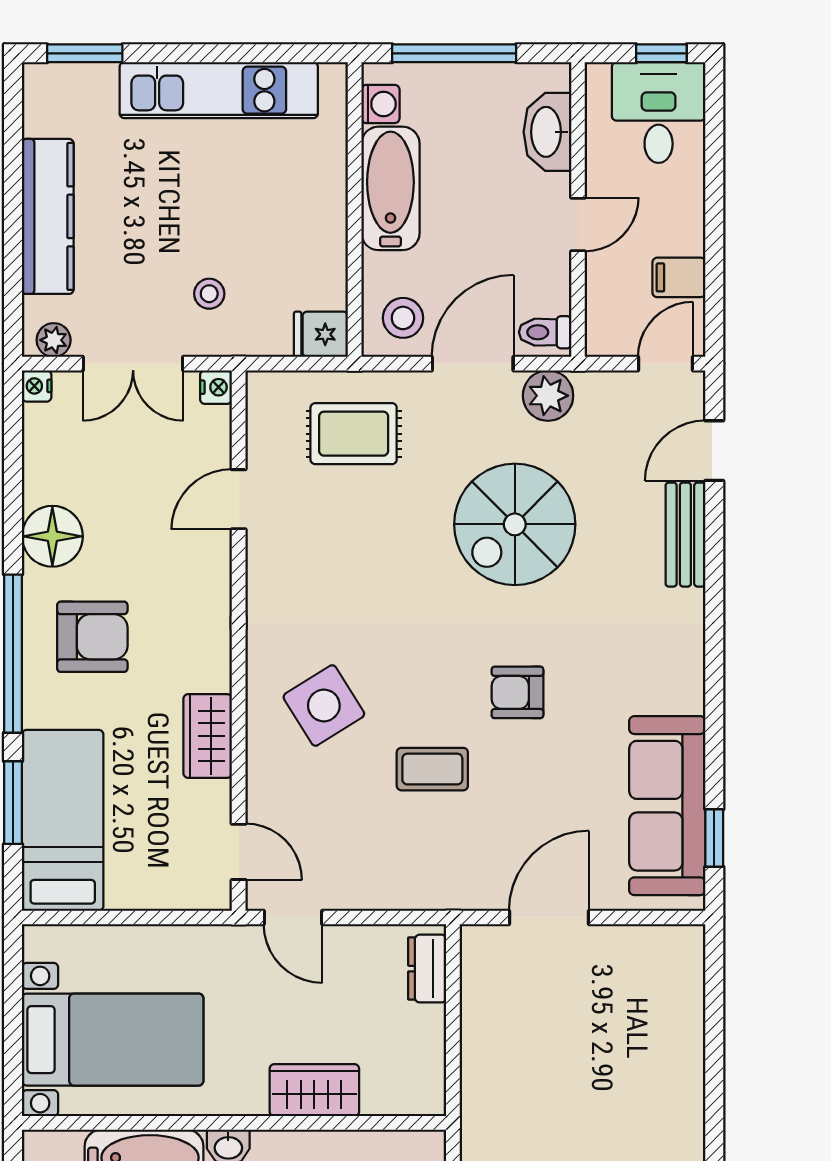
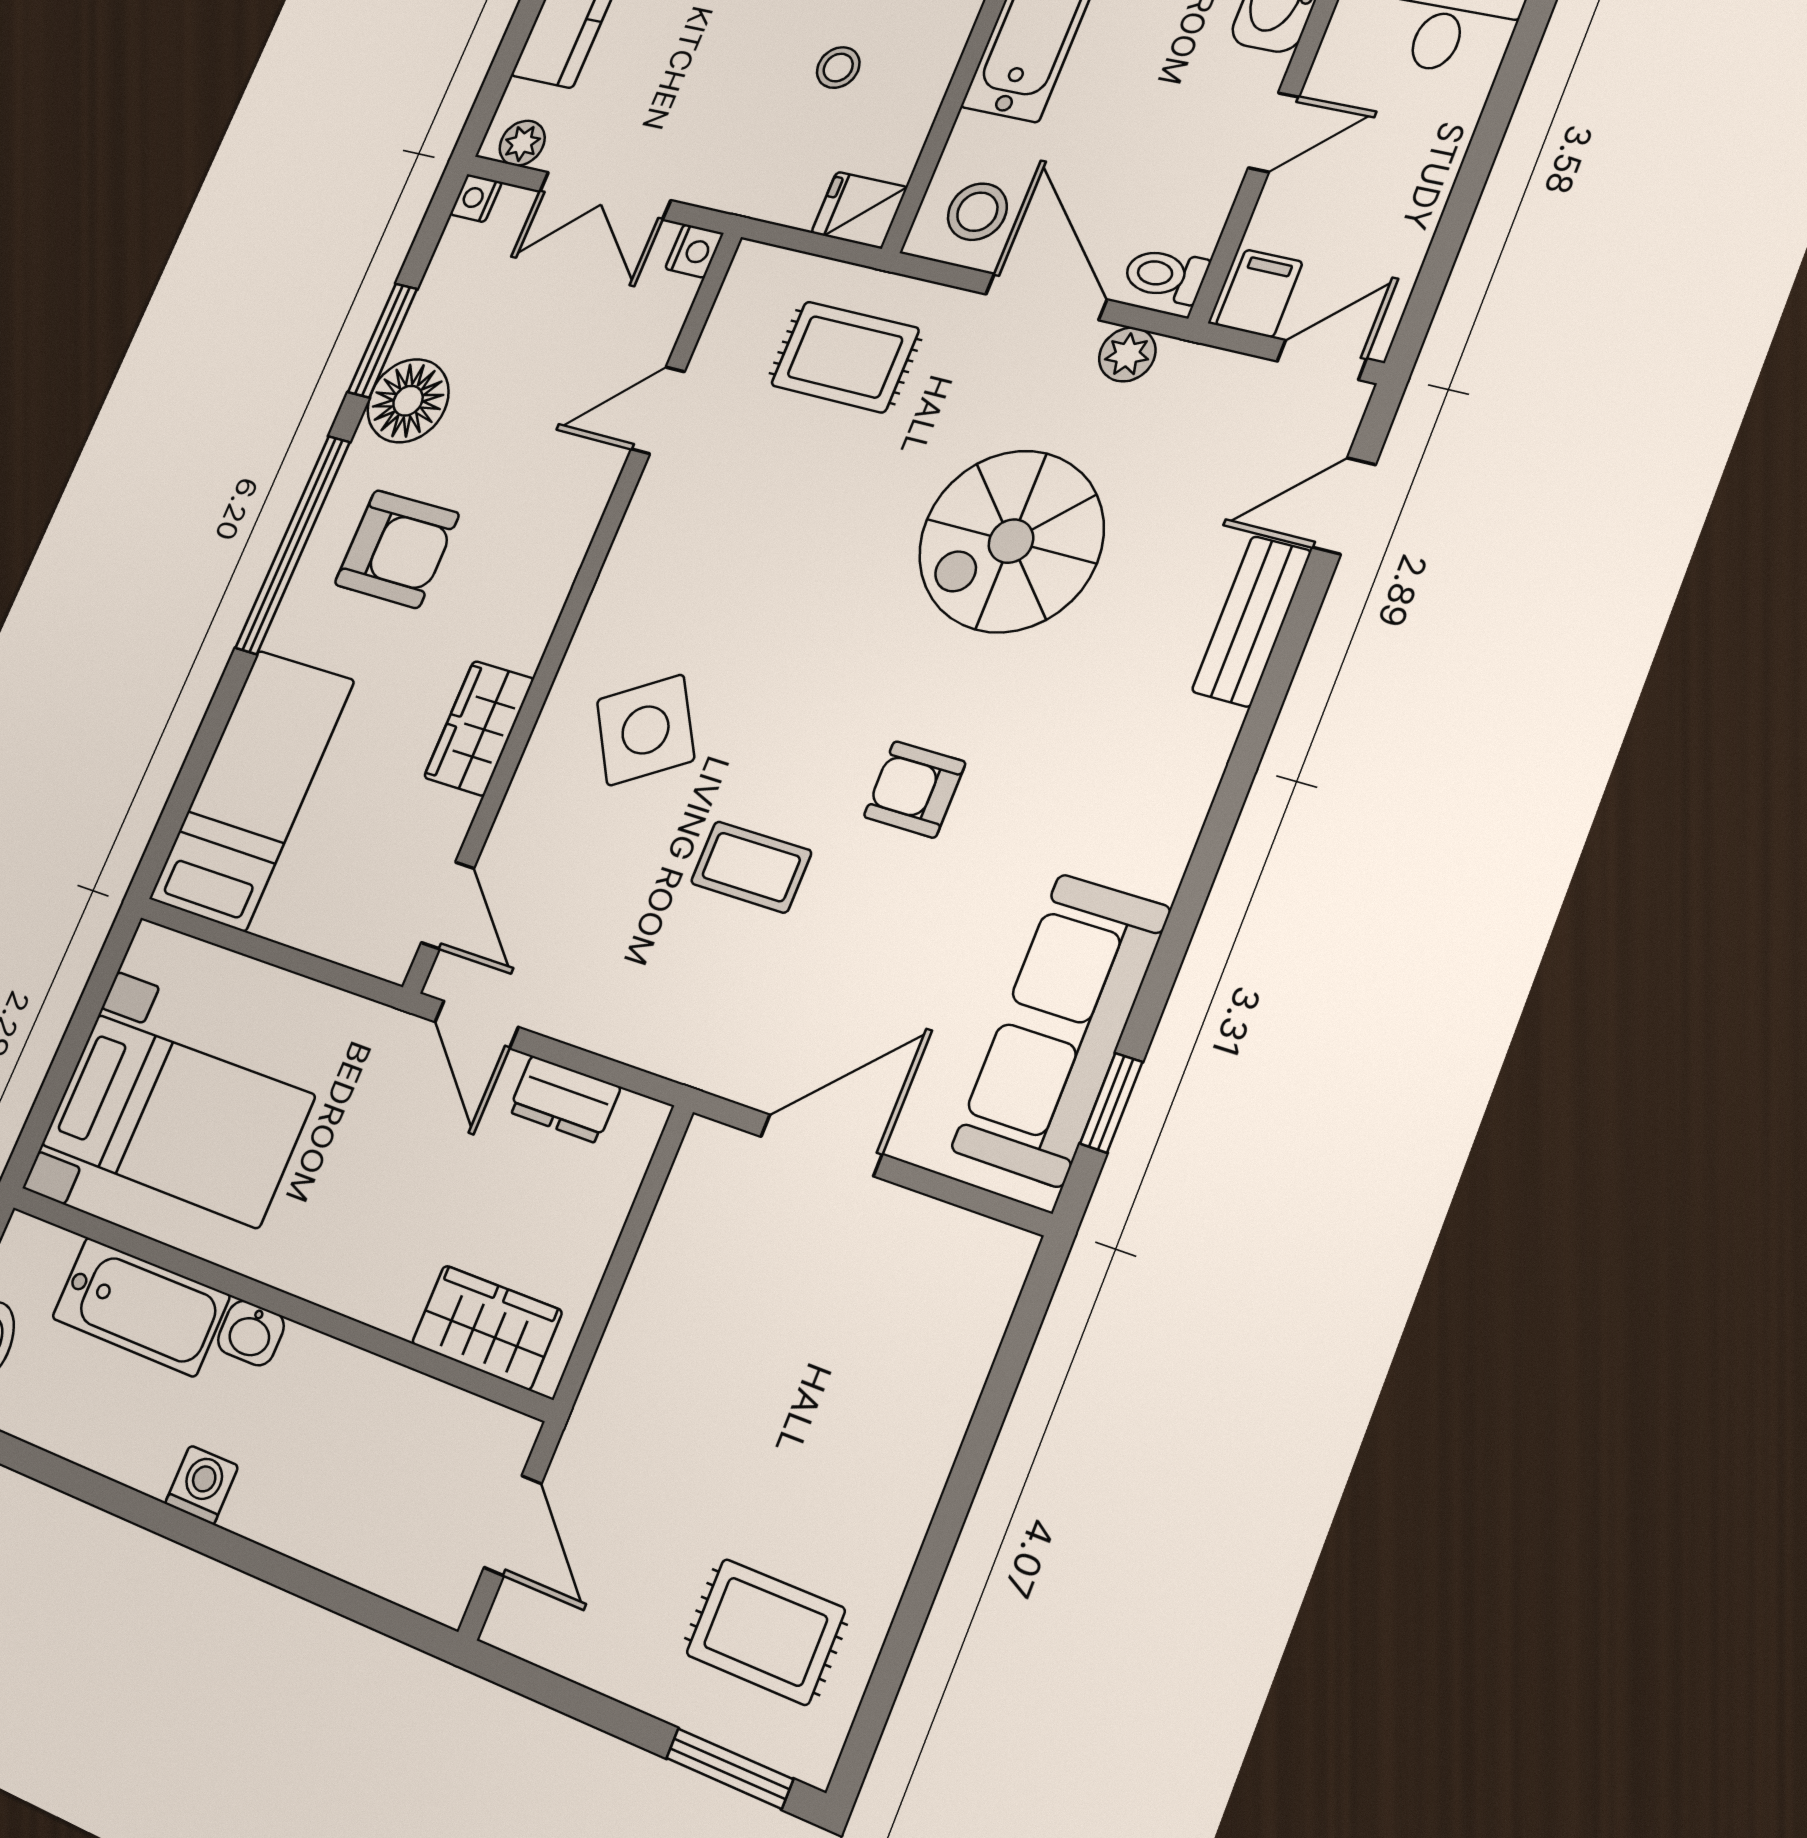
filing cabinet: (679, 277) -> (1259, 293), moved, turned 90
stool: (209, 294) -> (838, 68), moved
door: (473, 364) -> (1046, 297), hinge flipped
plant: (548, 396) -> (1127, 355), width x0.73, depth x0.73
window: (13, 803) -> (383, 341), moved
dresser: (427, 969) -> (564, 1099), moved, turned -90
wardrobe: (314, 1090) -> (487, 1327), moved

